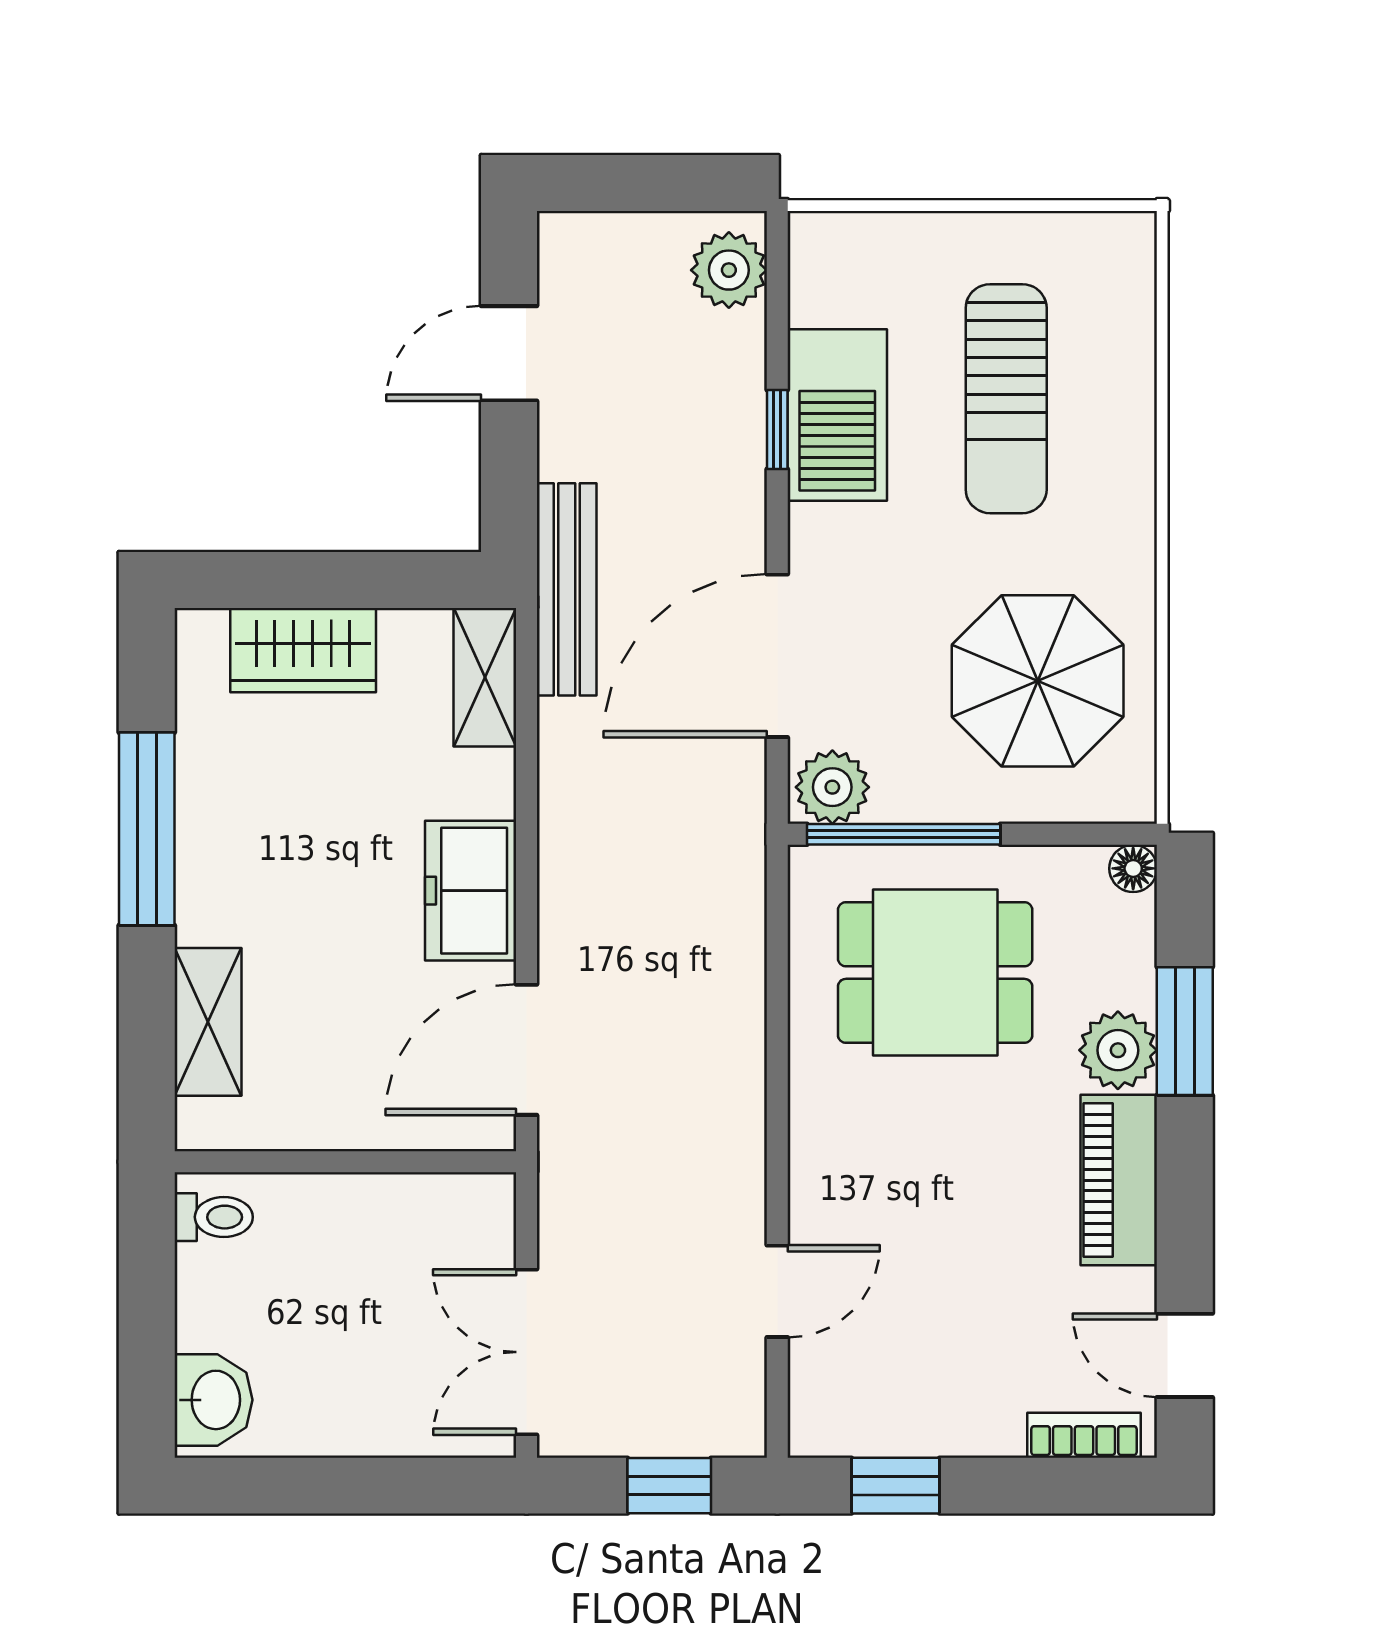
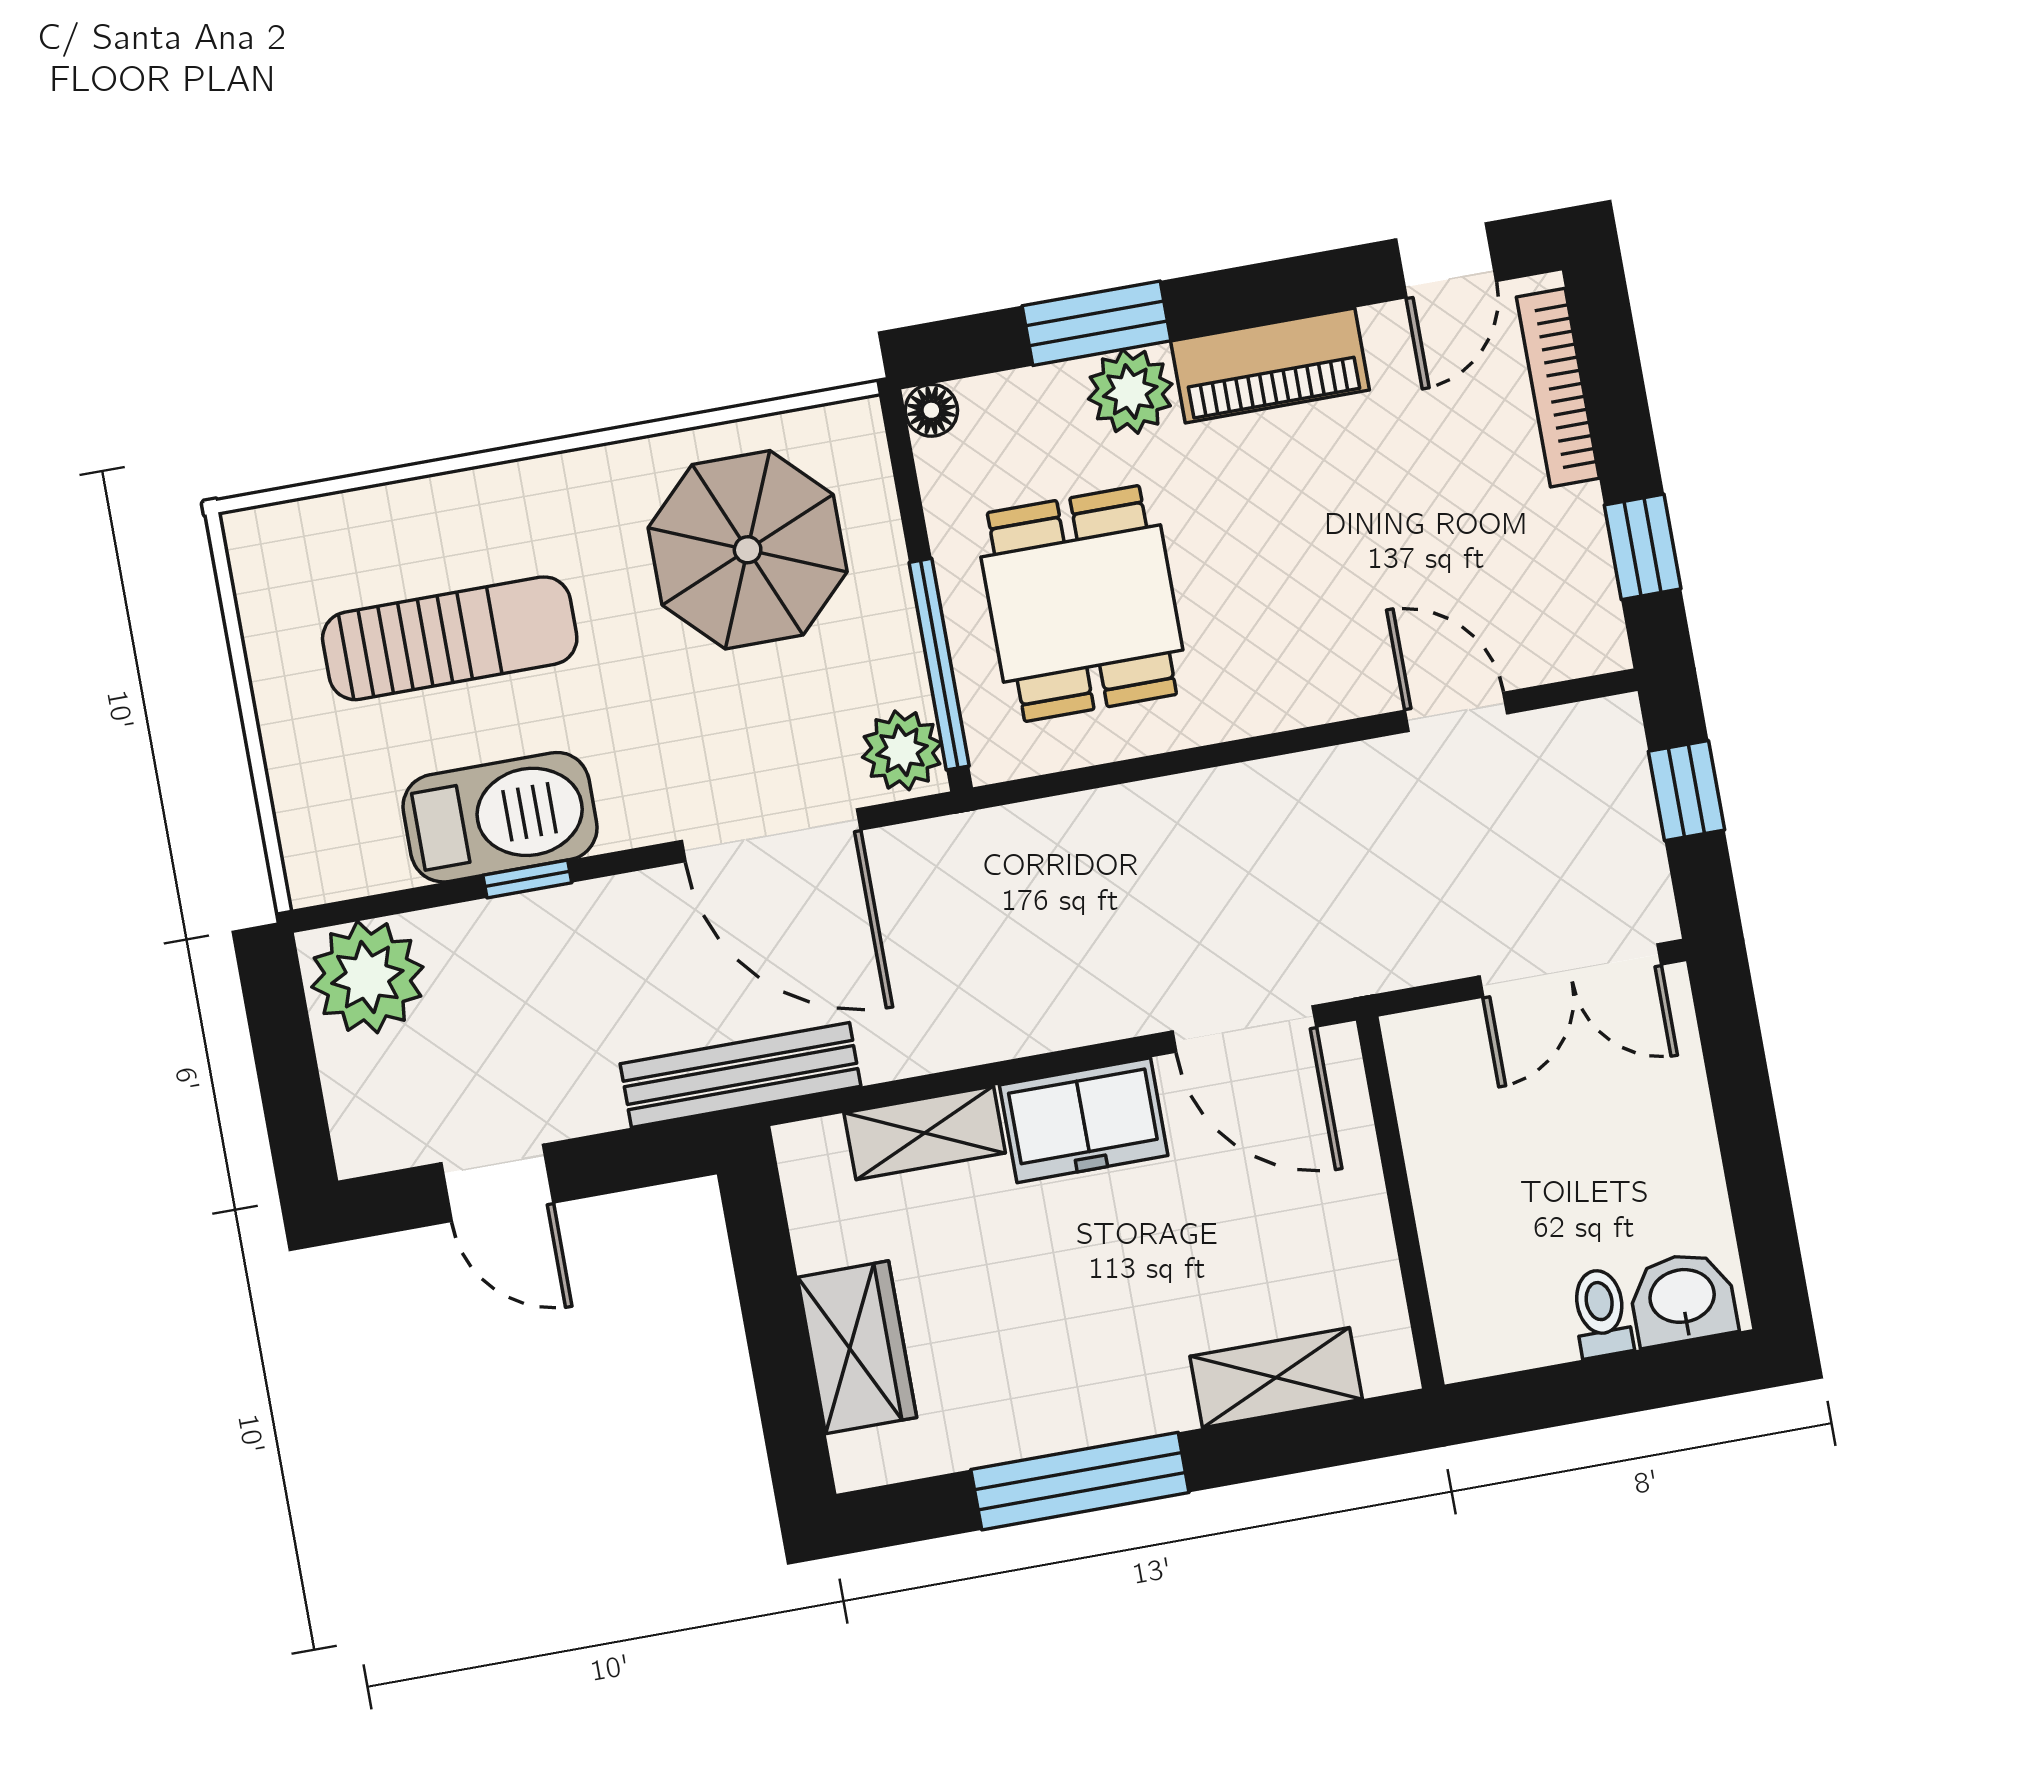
plant: (729, 270) -> (367, 977), width x1.36, depth x1.36
shelving: (485, 677) -> (925, 1133), moved
toilet: (214, 1217) -> (1601, 1313), moved
bookcase: (1084, 1435) -> (1558, 388), width x1.56

